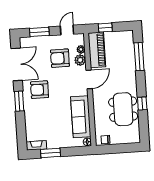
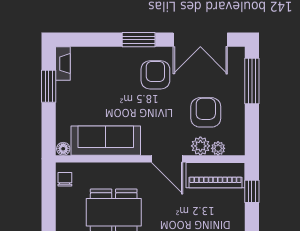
door: (67, 30) -> (252, 127), removed
window: (39, 32) -> (252, 81), width x1.44

